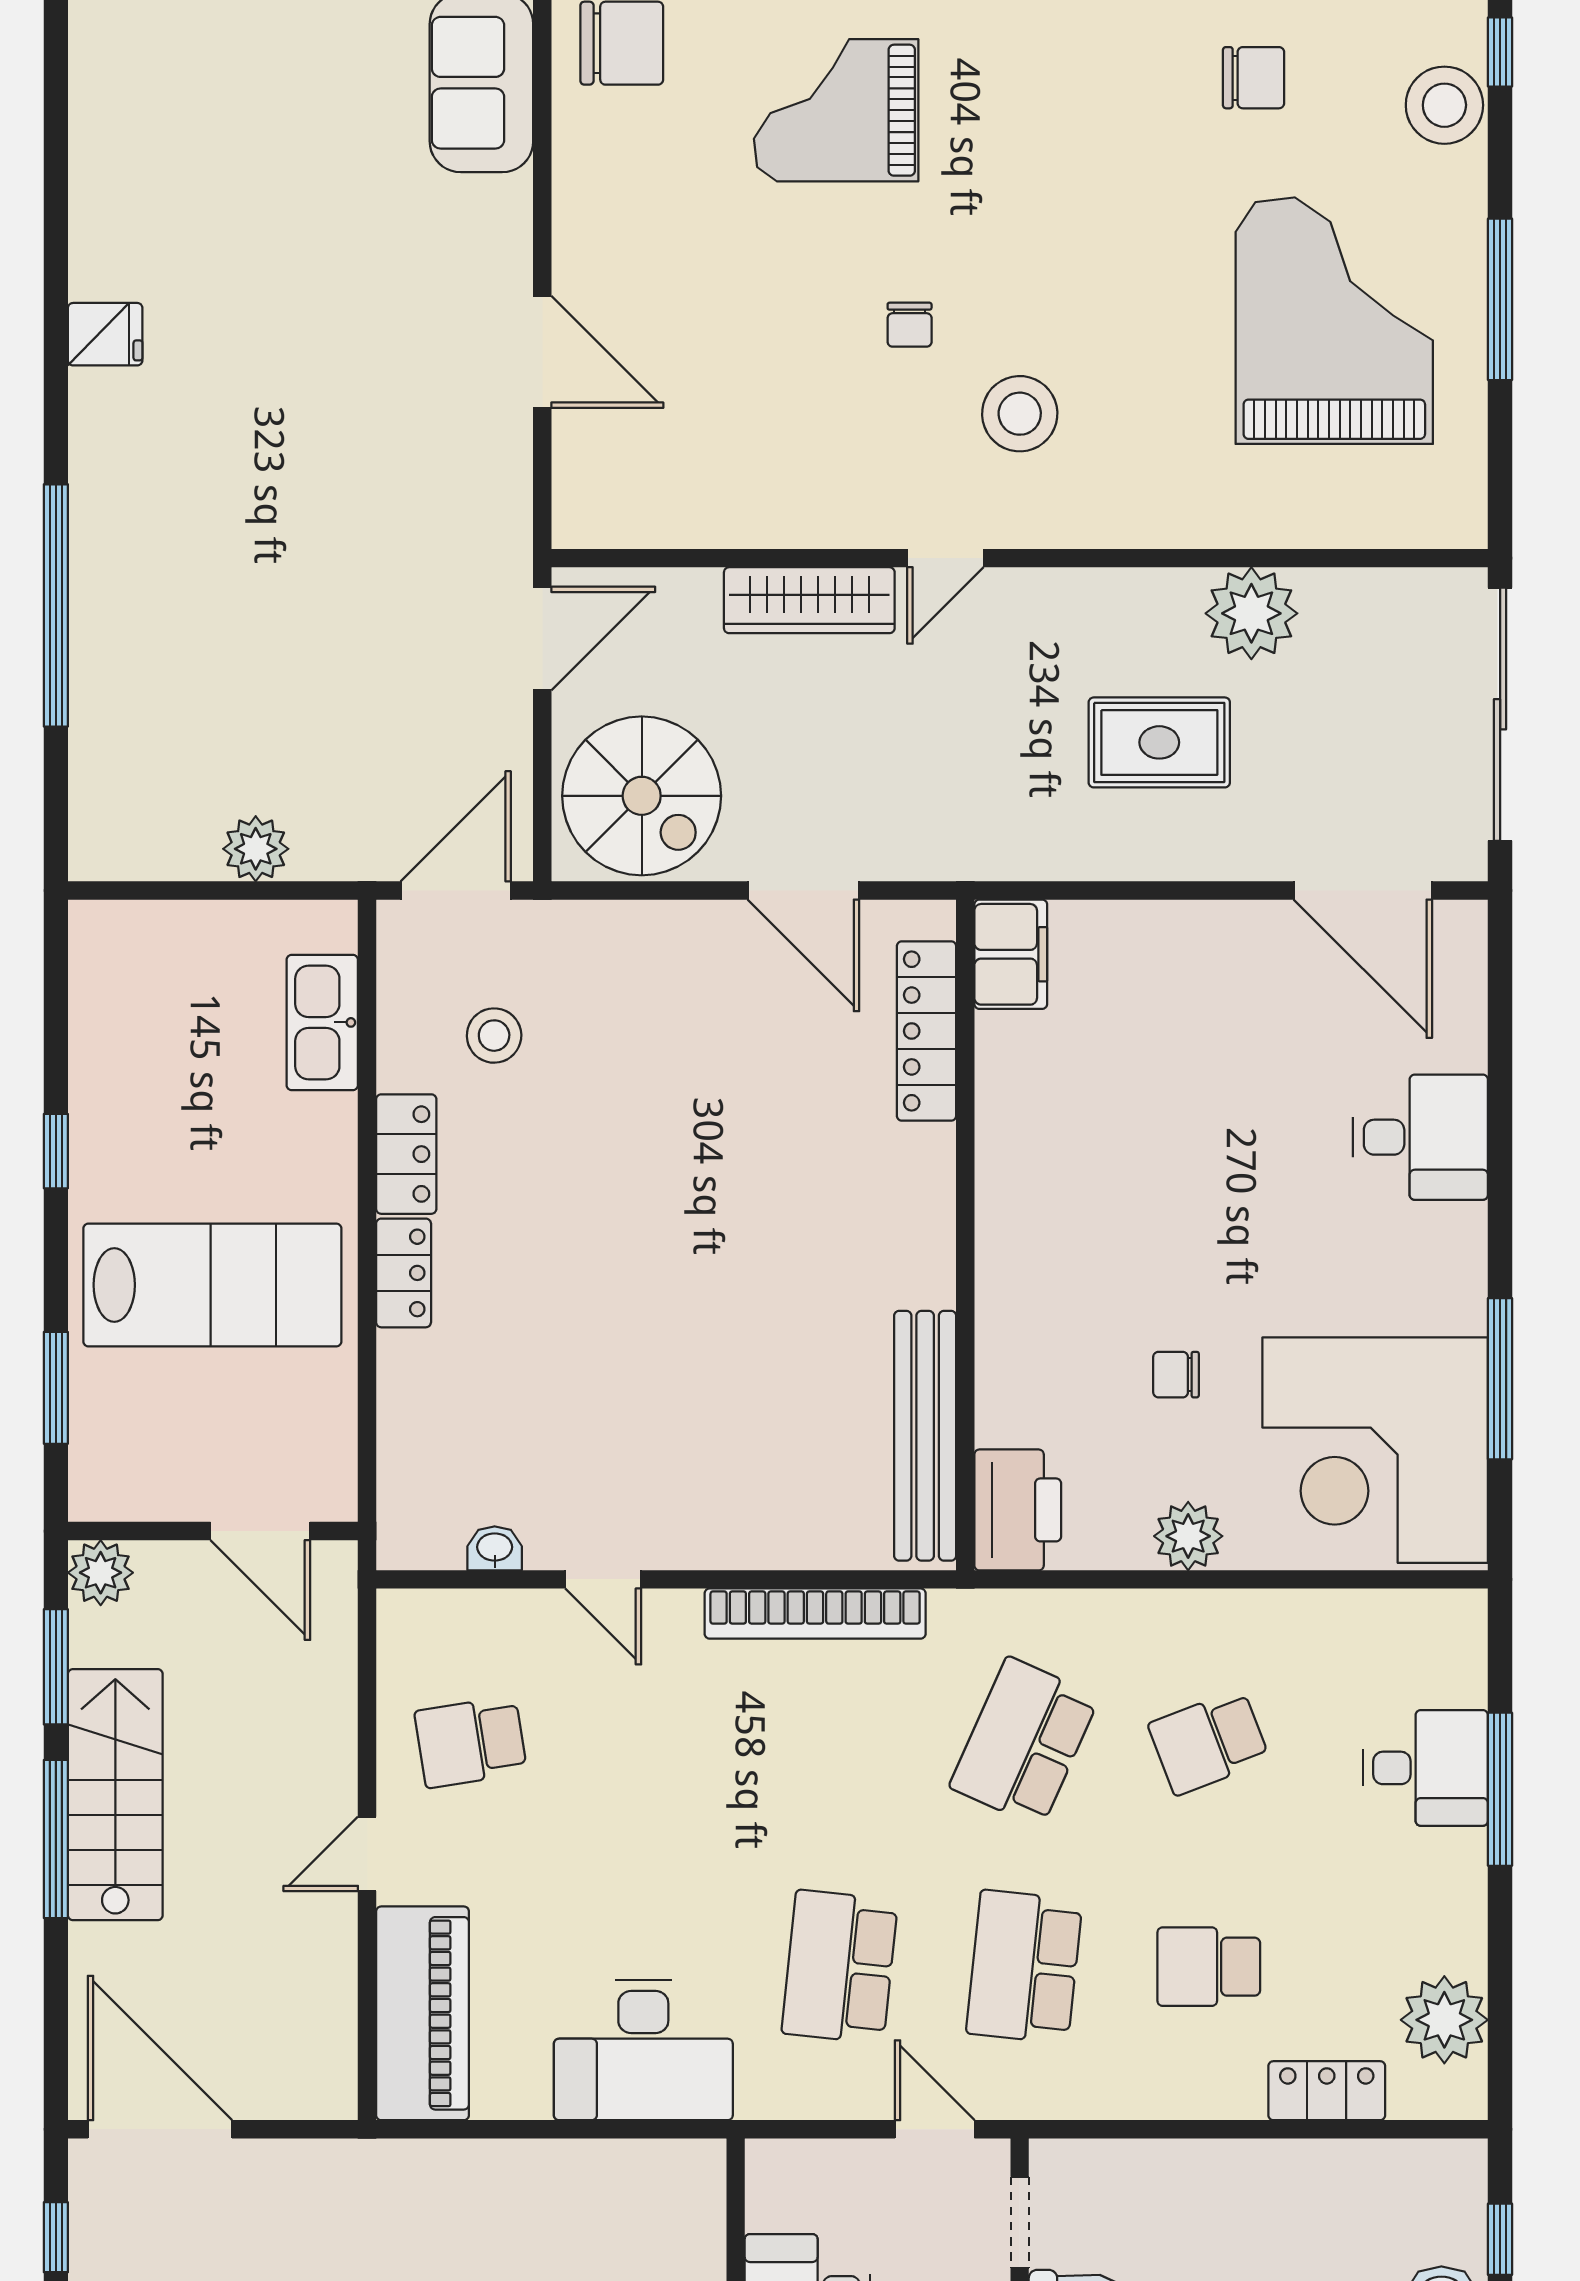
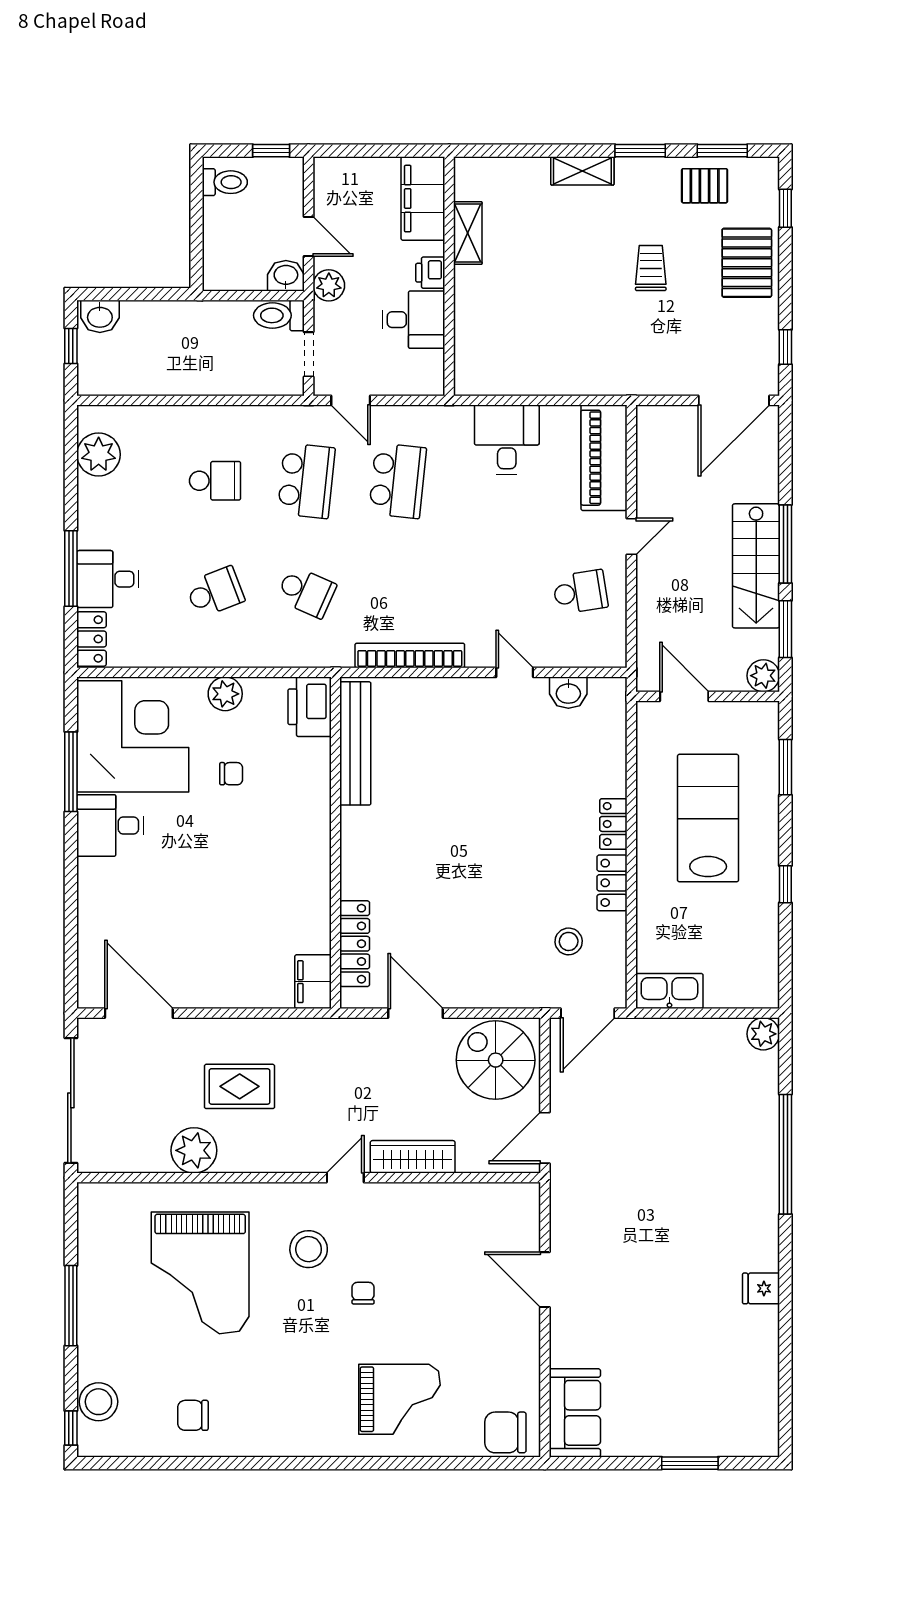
grand piano: (1334, 321) -> (200, 1273), moved
plant: (256, 849) -> (763, 1034), moved
kitchen sink: (322, 1022) -> (669, 991), moved, turned -90
desk: (1420, 1137) -> (110, 825), moved
lab bench: (212, 1285) -> (708, 818), turned 90
washbasin: (495, 1548) -> (568, 693), width x1.38, depth x1.45
school desk: (1024, 1742) -> (306, 592), width x0.54
desk: (643, 2050) -> (507, 440), width x0.73
locker: (1327, 2091) -> (92, 639), moved, turned -90
door: (160, 2129) -> (734, 400), hinge flipped

